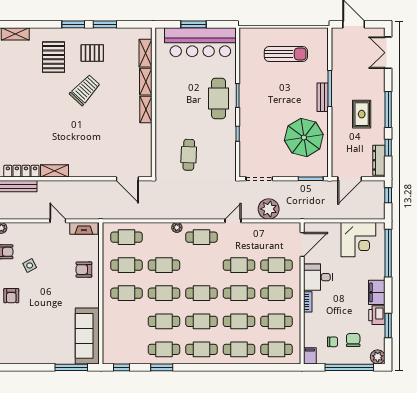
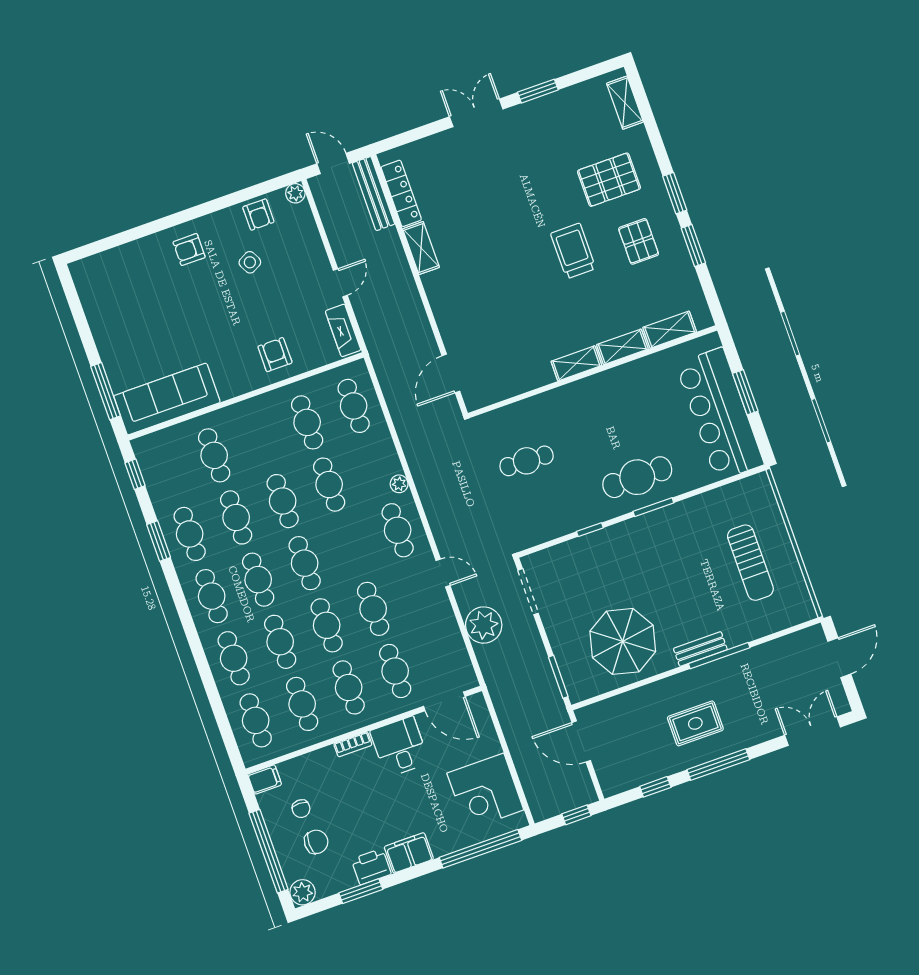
trolley: (85, 90) -> (573, 251), turned -133
dresser: (379, 160) -> (629, 779), removed
cafe table: (126, 293) -> (214, 455), moved

